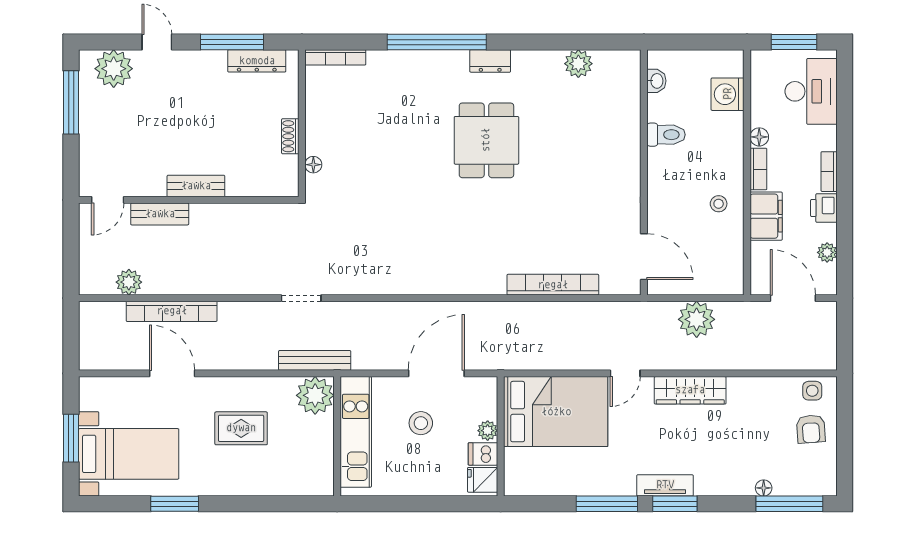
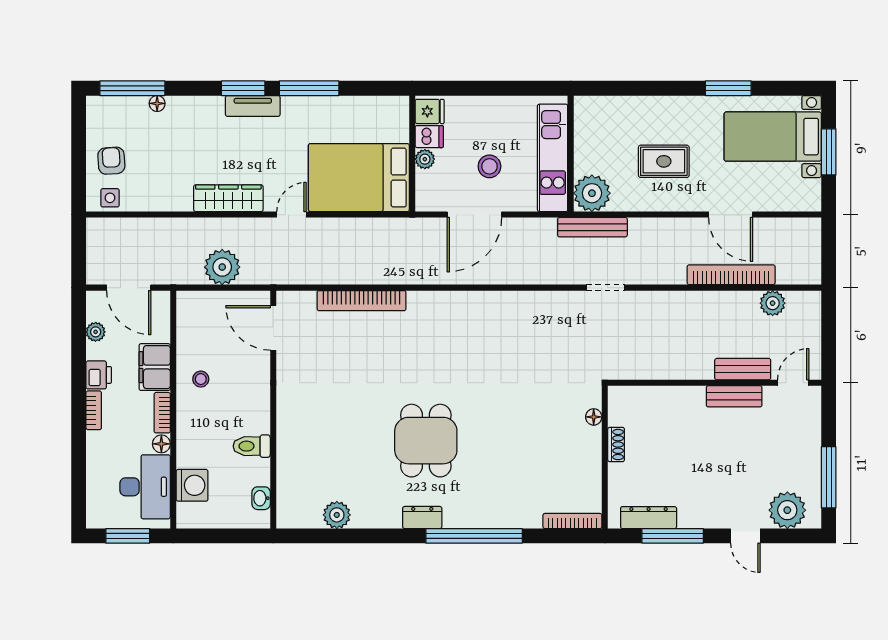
desk: (811, 91) -> (145, 487), moved, turned 180
bench: (196, 186) -> (734, 396), moved

